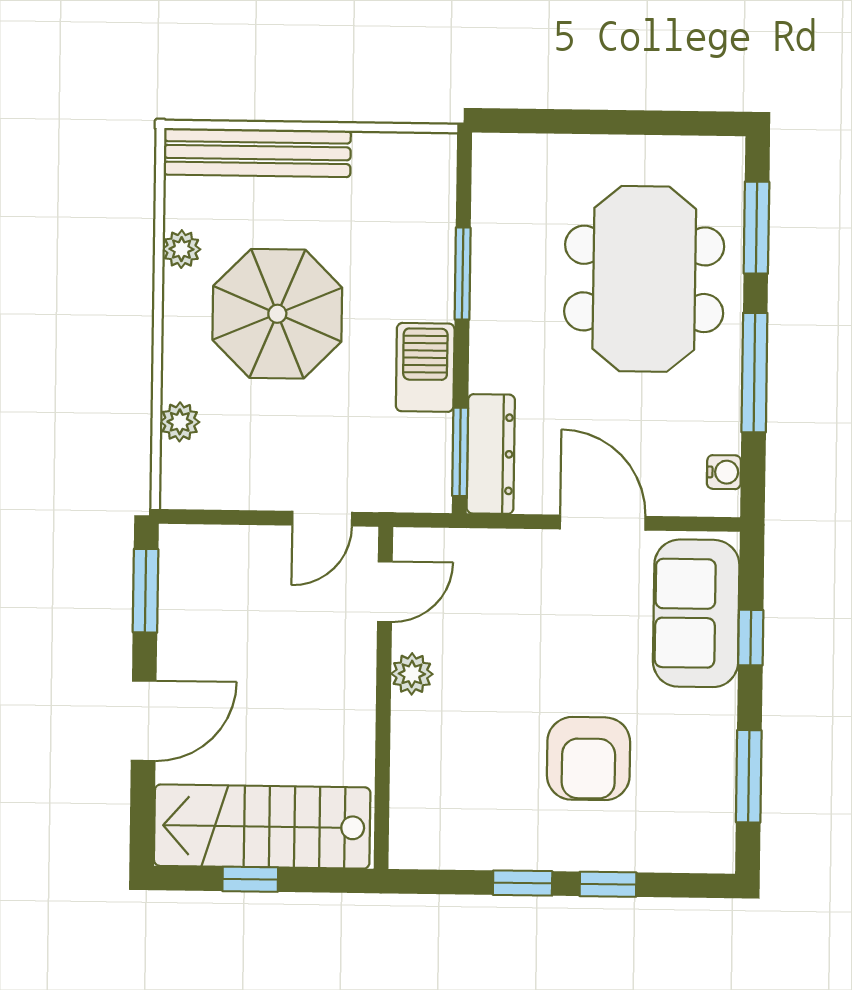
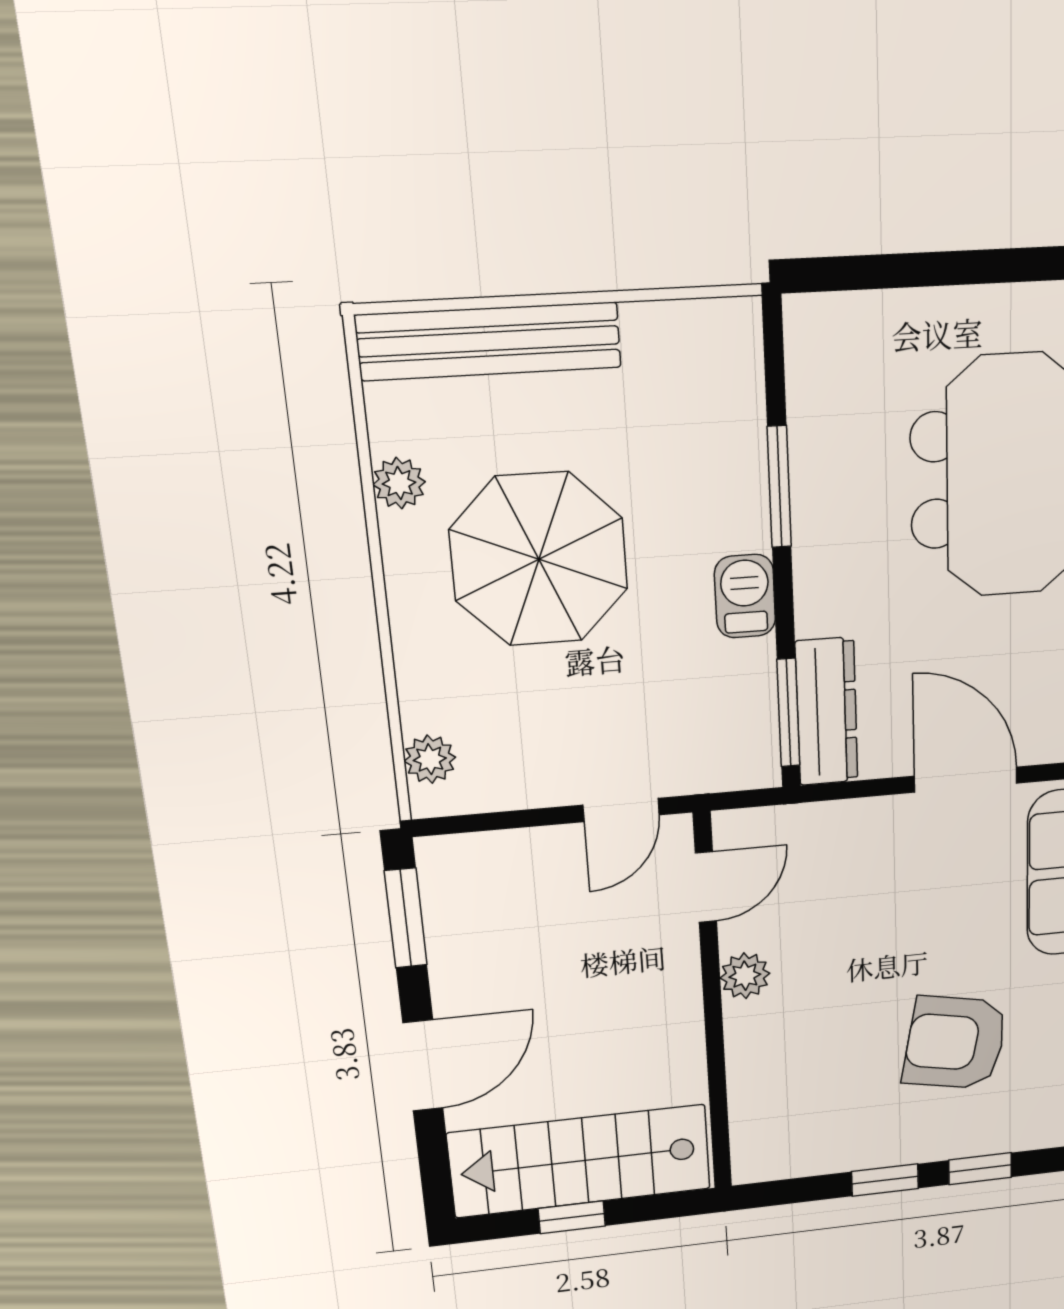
barbecue: (425, 367) -> (745, 596), width x0.73, depth x0.79
plant: (180, 422) -> (430, 759), moved
armchair: (588, 759) -> (955, 1043), turned 101

